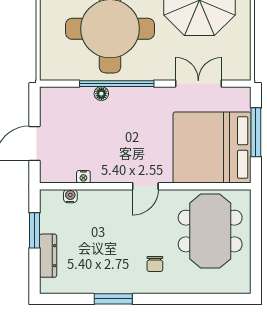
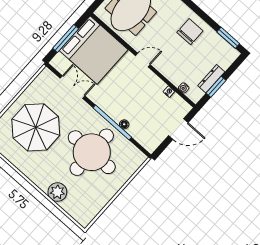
double door: (198, 84) -> (72, 87), swing flipped
dresser: (48, 256) -> (211, 79), moved
chair: (155, 264) -> (190, 32), moved, width x1.87, depth x1.87
window: (113, 299) -> (228, 38), moved

